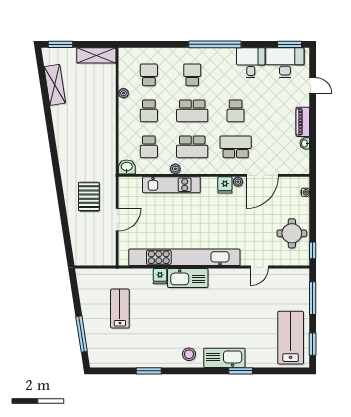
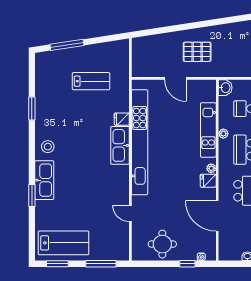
plant: (238, 182) -> (211, 168), moved
window: (313, 250) -> (187, 264), moved

